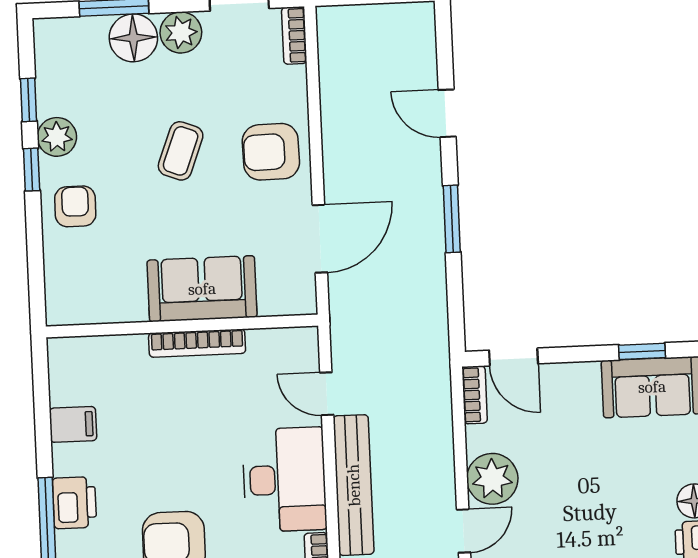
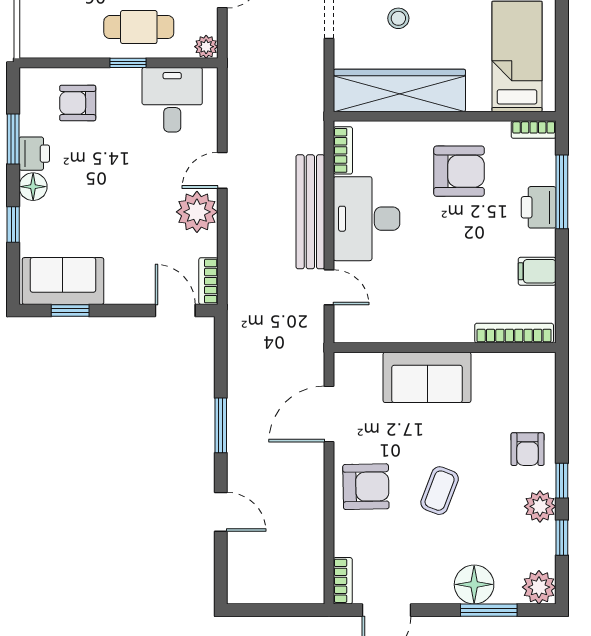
plant: (181, 32) -> (539, 587), moved
bookcase: (197, 343) -> (514, 333), moved

